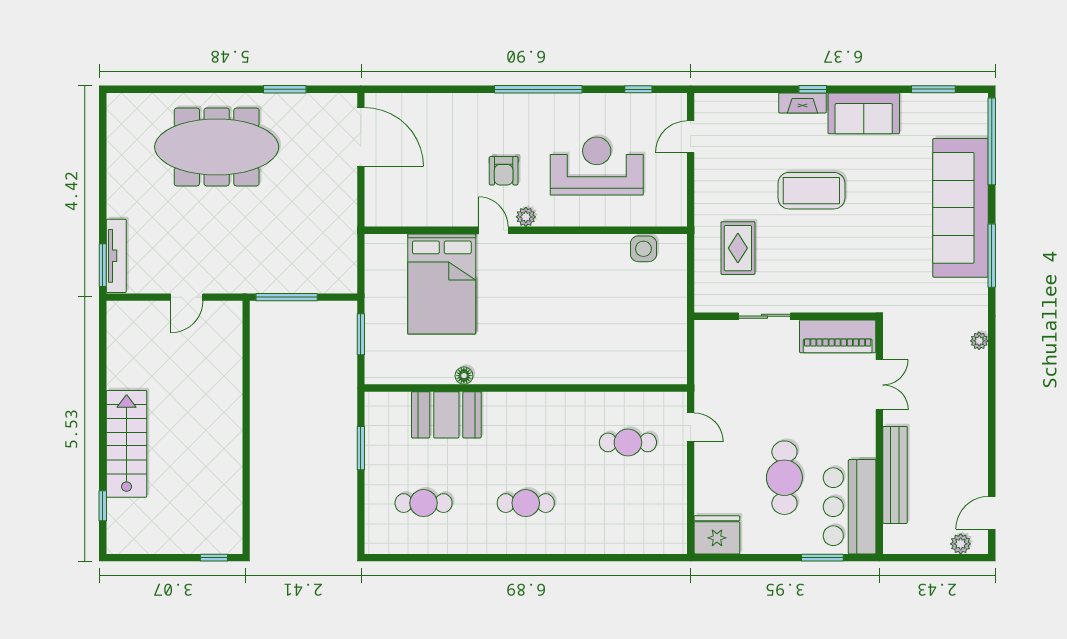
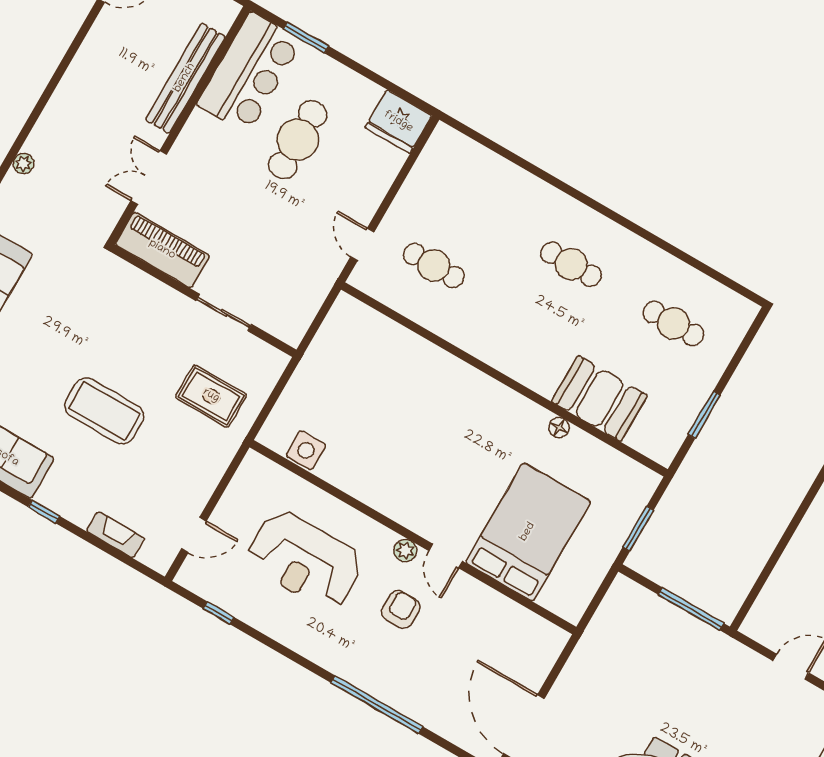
window: (538, 89) -> (377, 705), moved
fireplace: (803, 103) -> (116, 535), moved
rug: (738, 248) -> (211, 396), turned 90

